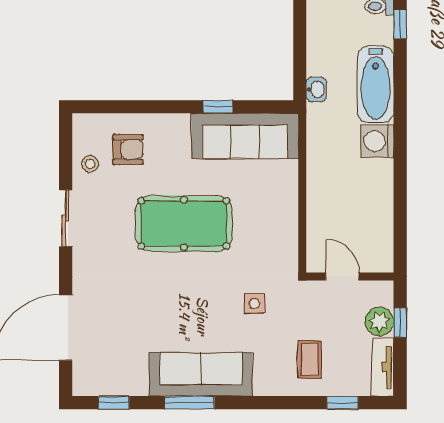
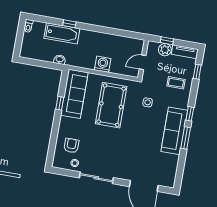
window: (400, 24) -> (69, 24), moved
washing machine: (377, 141) -> (103, 64), moved, turned 180
sliding door: (66, 218) -> (96, 178), width x1.37
pool table: (184, 223) -> (111, 105), moved
window: (114, 403) -> (190, 114), moved

